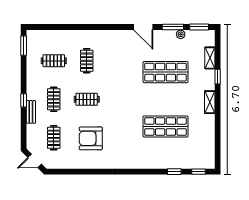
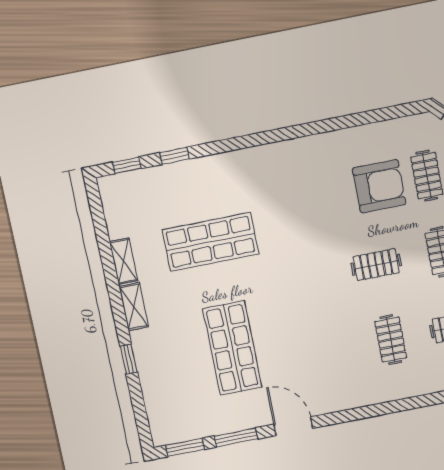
plant: (181, 34) -> (218, 426), removed
shelving: (210, 58) -> (124, 261), moved
shop shelf: (166, 72) -> (232, 348), turned 90
armchair: (91, 138) -> (379, 186), moved

